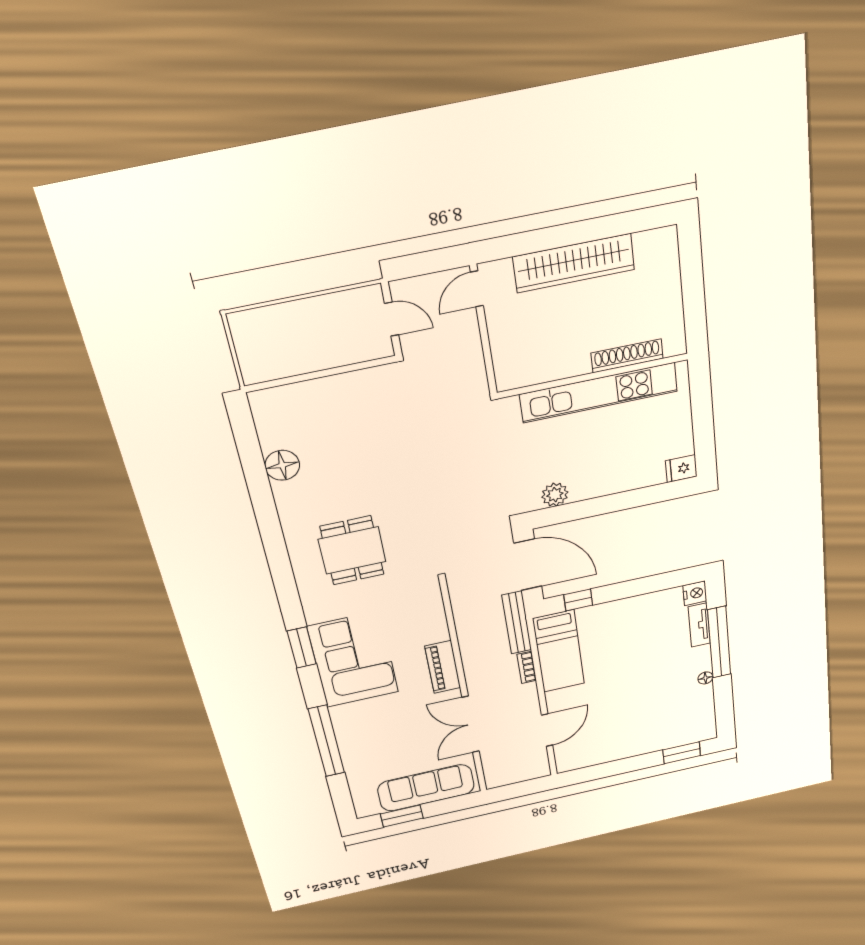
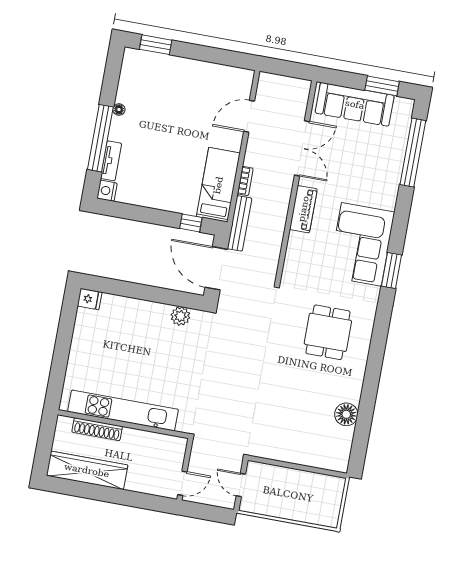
wardrobe: (574, 263) -> (87, 470), moved
shoe rack: (627, 356) -> (97, 429), moved
wall: (593, 376) -> (123, 424), moved
kitchen unit: (599, 393) -> (123, 410), moved
window: (326, 741) -> (413, 153), moved

